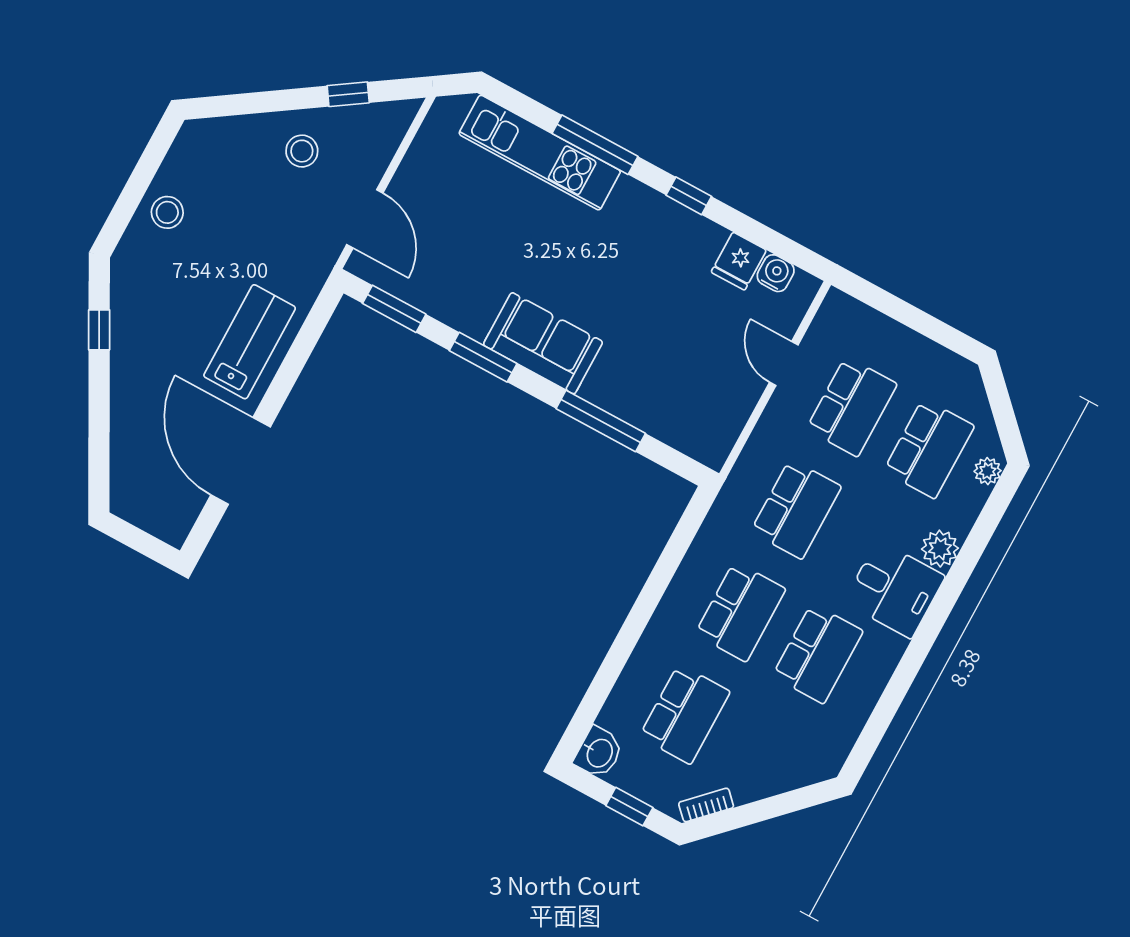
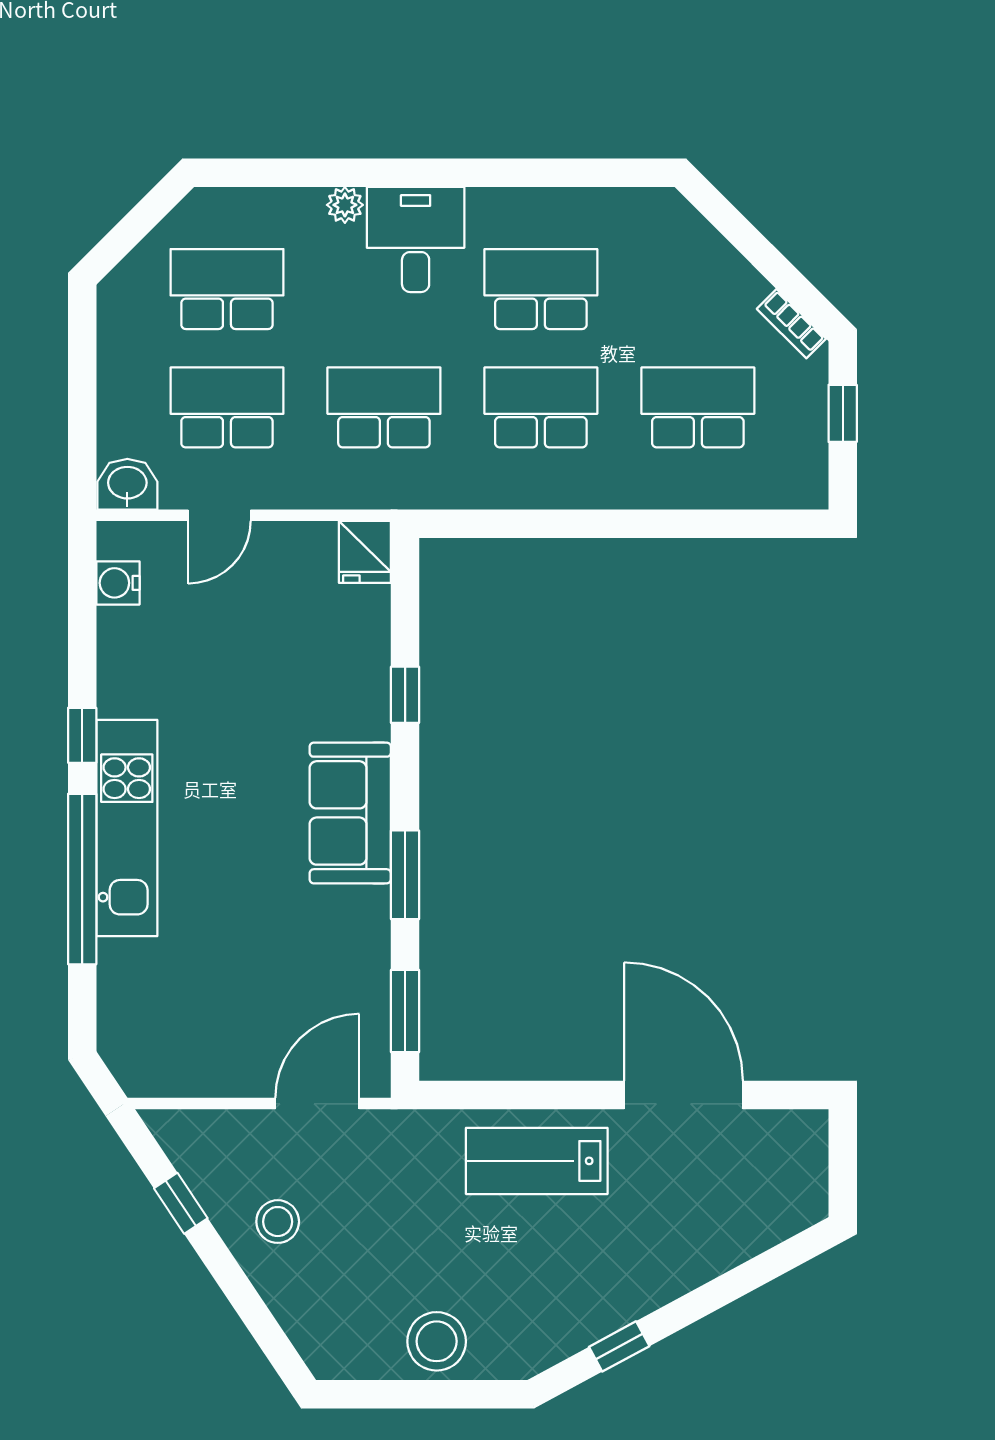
window: (595, 145) -> (82, 879), width x1.46
kitchen unit: (540, 153) -> (127, 828), moved
stool: (167, 212) -> (437, 1341), width x1.38, depth x1.38
fridge: (739, 261) -> (365, 552), moved, turned 90
window: (601, 421) -> (405, 695), width x0.46
door: (241, 461) -> (684, 1095), swing flipped
plant: (988, 471) -> (216, 205), removed
plant: (940, 549) -> (345, 205), width x0.73, depth x0.73
washbasin: (599, 753) -> (127, 484), moved

